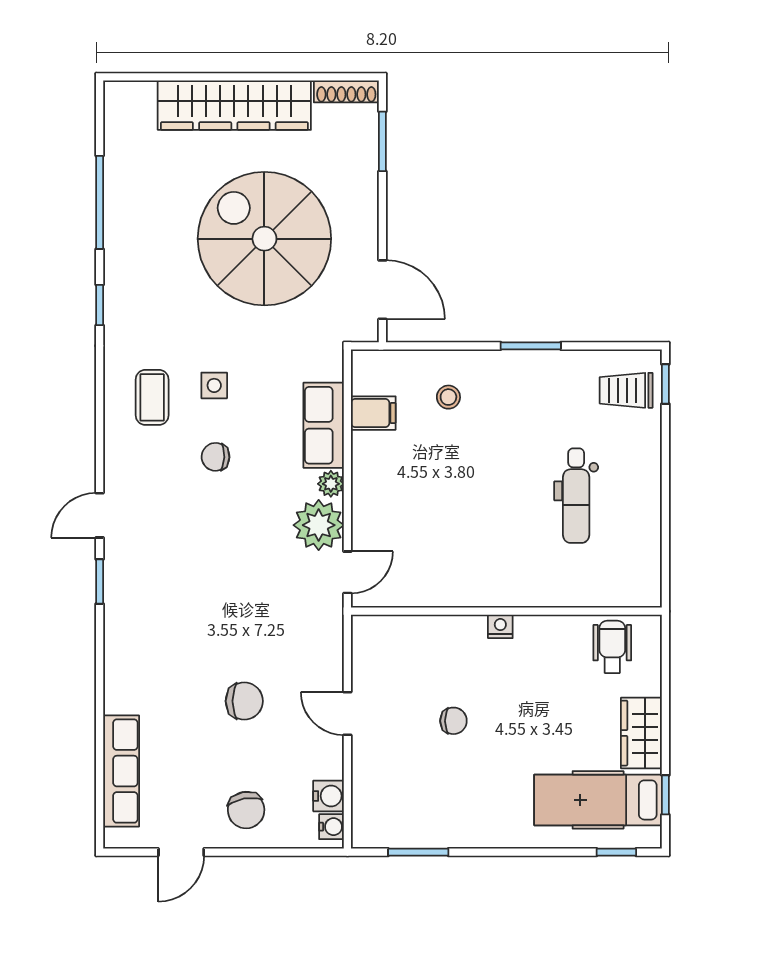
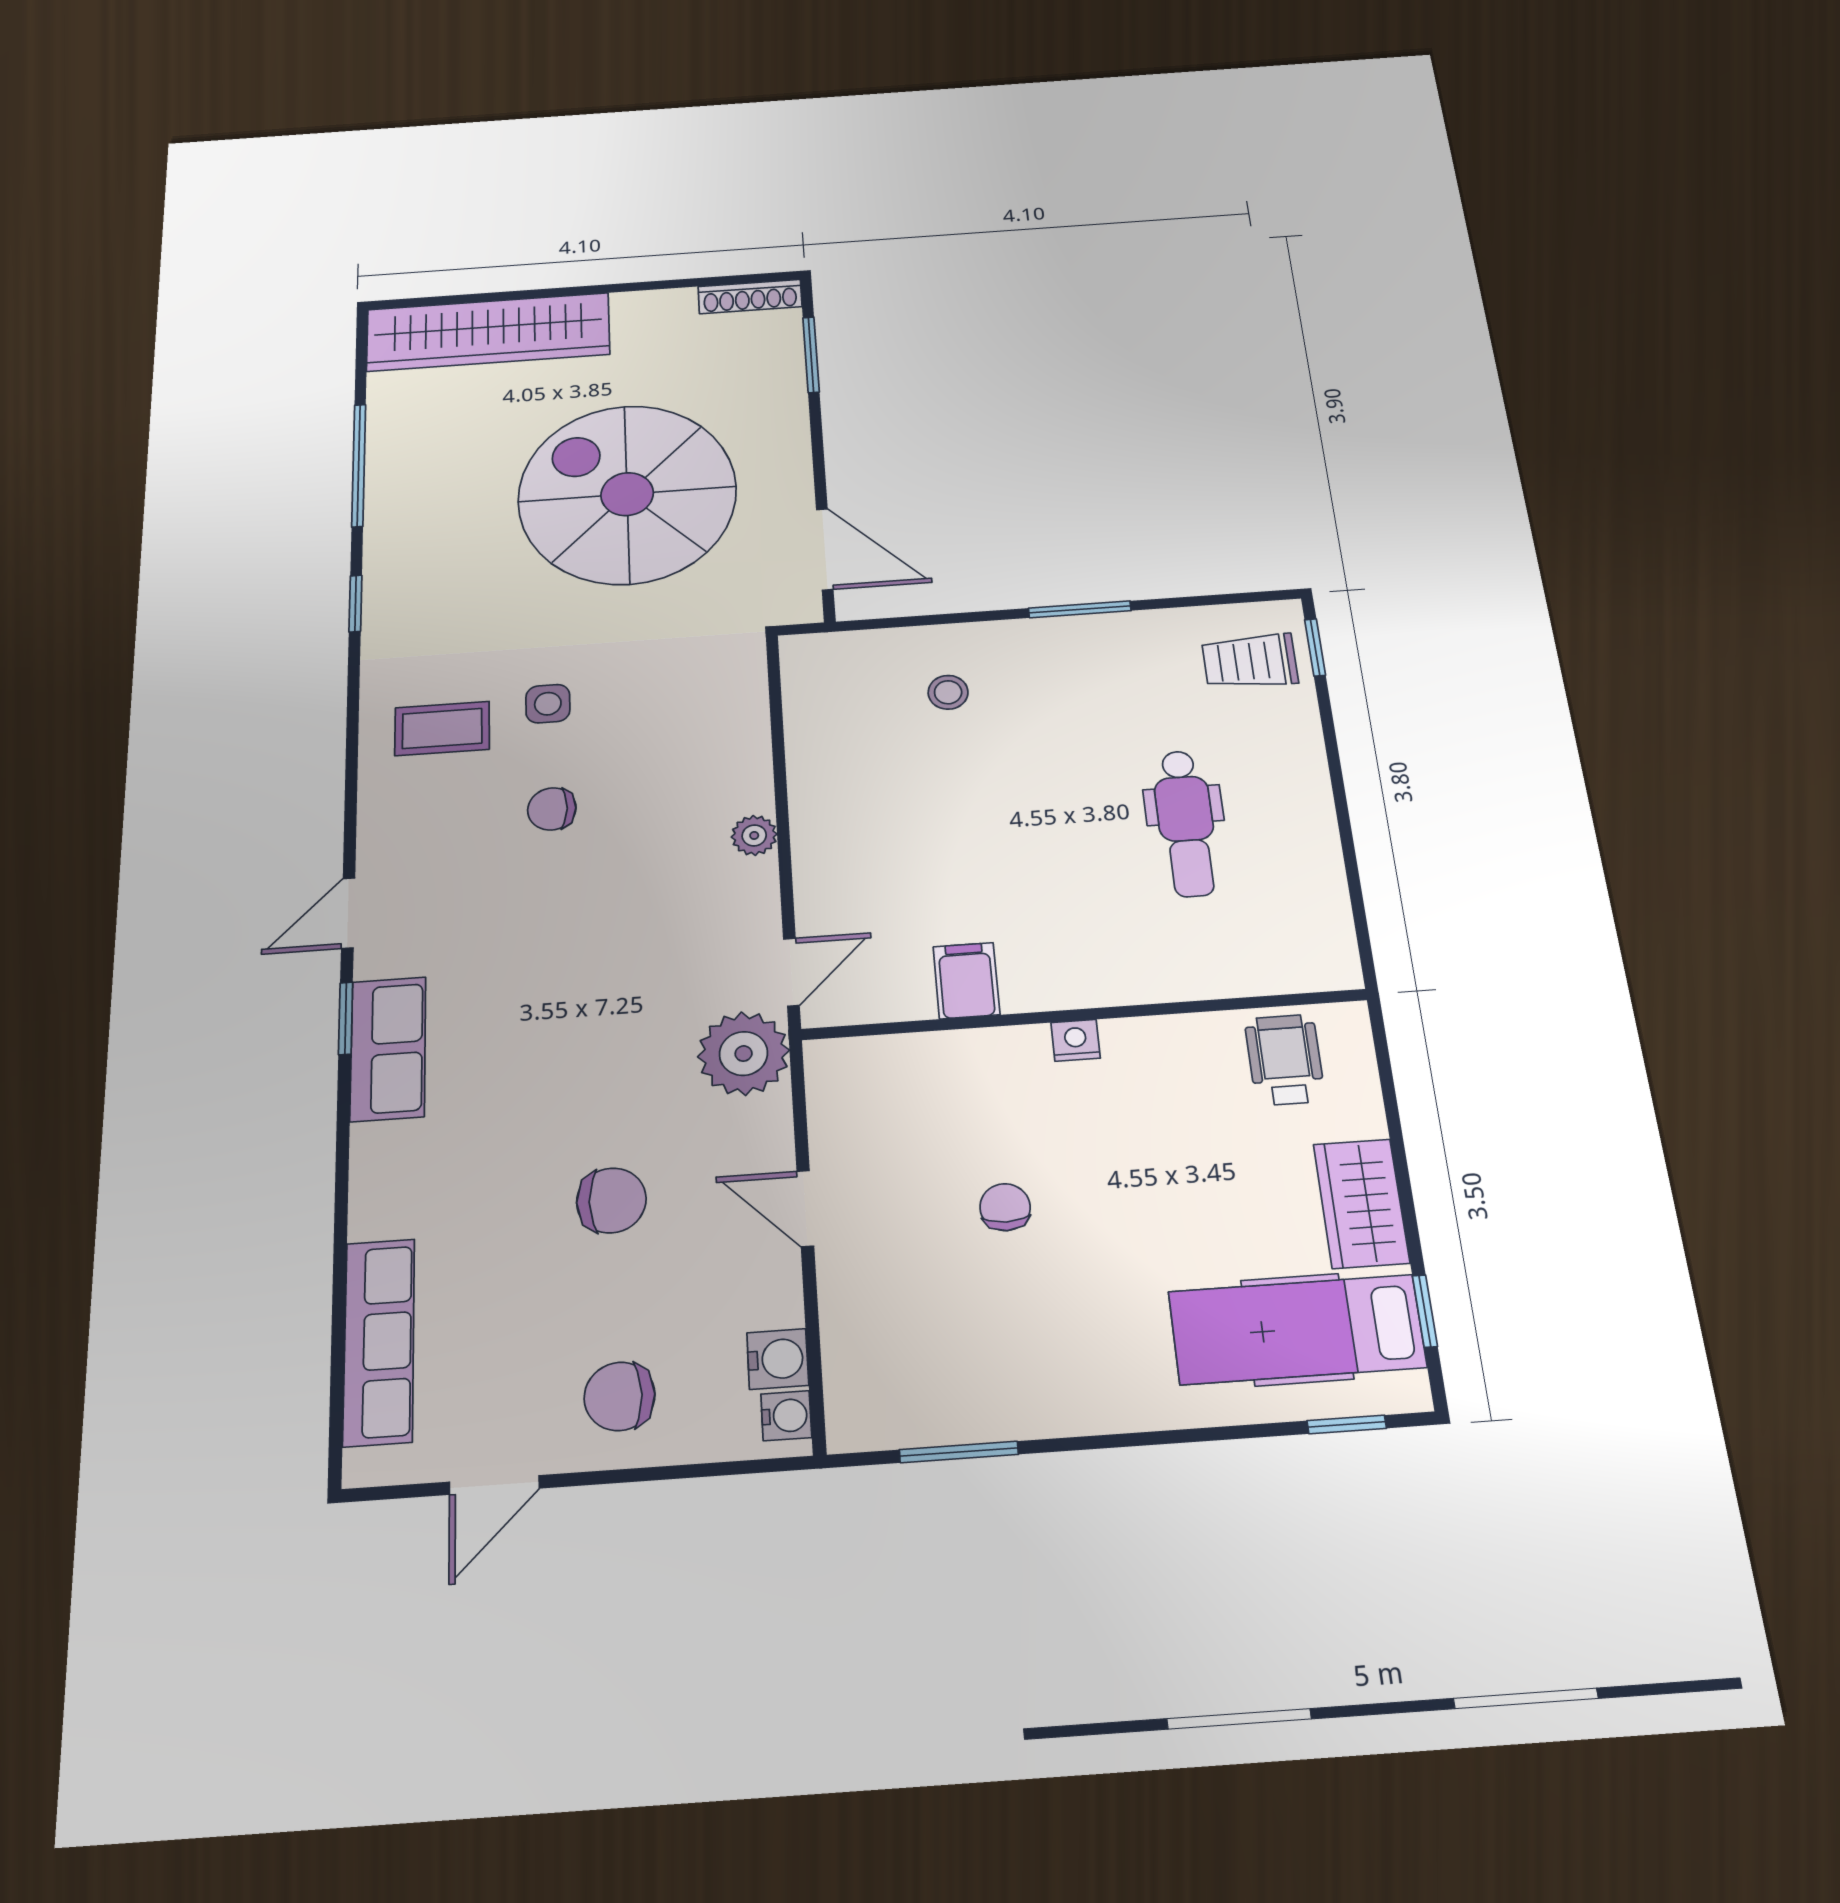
wardrobe: (234, 105) -> (488, 332), moved
coffee table: (152, 397) -> (442, 729), turned 90
filing cabinet: (373, 413) -> (966, 981), moved, turned -90
row of seats: (324, 425) -> (388, 1049), moved, turned 180
plant: (319, 525) -> (744, 1054), moved
chair: (453, 721) -> (1005, 1207), turned -90
chair: (246, 810) -> (620, 1396), turned 100

